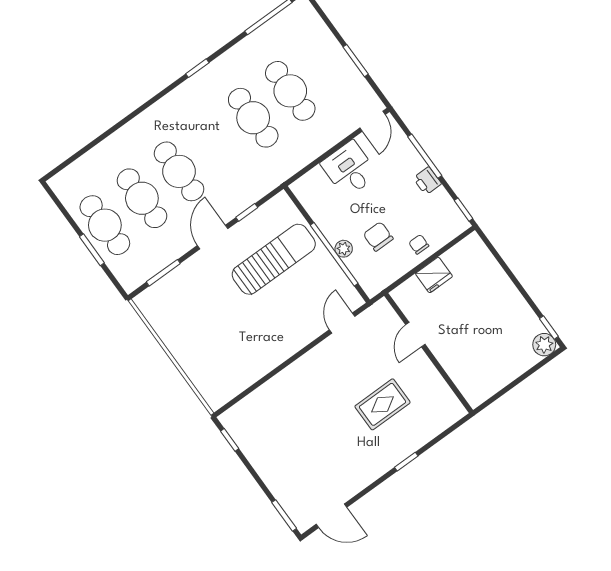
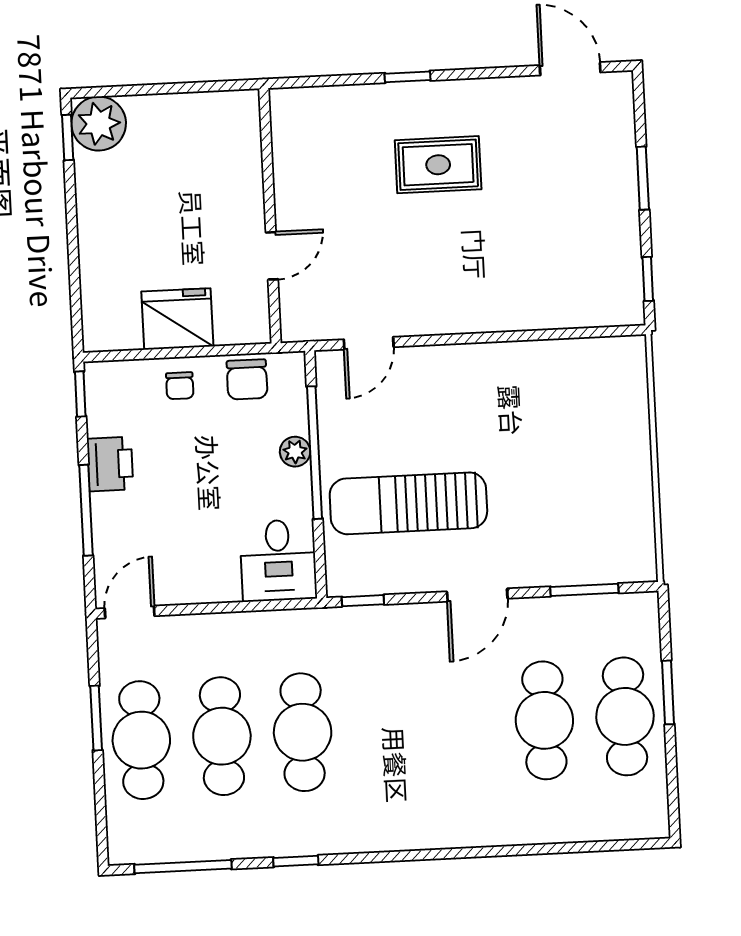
window: (197, 68) -> (296, 861), moved
desk: (349, 169) -> (278, 560), moved
cafe table: (179, 171) -> (141, 740), moved
printer: (427, 181) -> (110, 464), width x1.36, depth x1.24
window: (247, 212) -> (363, 601), moved
chair: (378, 236) -> (247, 379), moved
fridge: (434, 275) -> (177, 319), width x1.36, depth x1.34
plant: (544, 345) -> (99, 124), width x1.36, depth x1.36
rug: (382, 404) -> (438, 165), moved
window: (284, 515) -> (643, 178), moved

